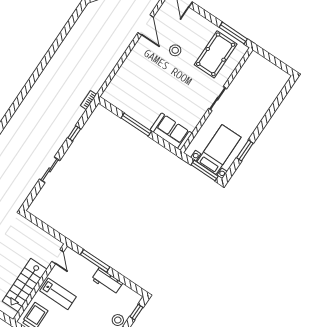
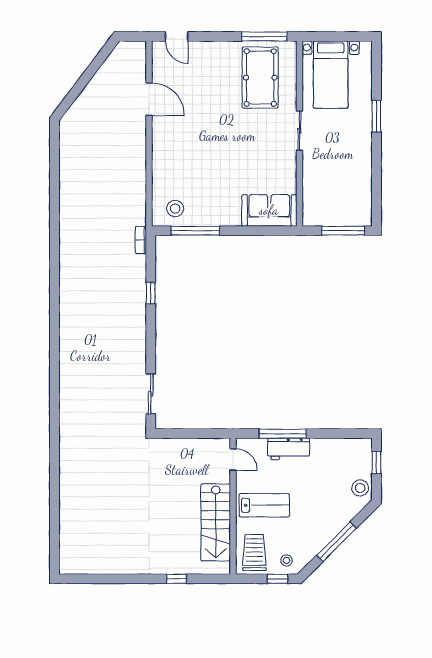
stool: (175, 50) -> (175, 209), moved
window: (136, 125) -> (195, 231), moved
bed with nightstands: (219, 149) -> (331, 75), moved, turned 180
window: (245, 150) -> (376, 116), moved
sliding door: (50, 170) -> (151, 394), moved
workbench: (107, 281) -> (289, 449), moved

